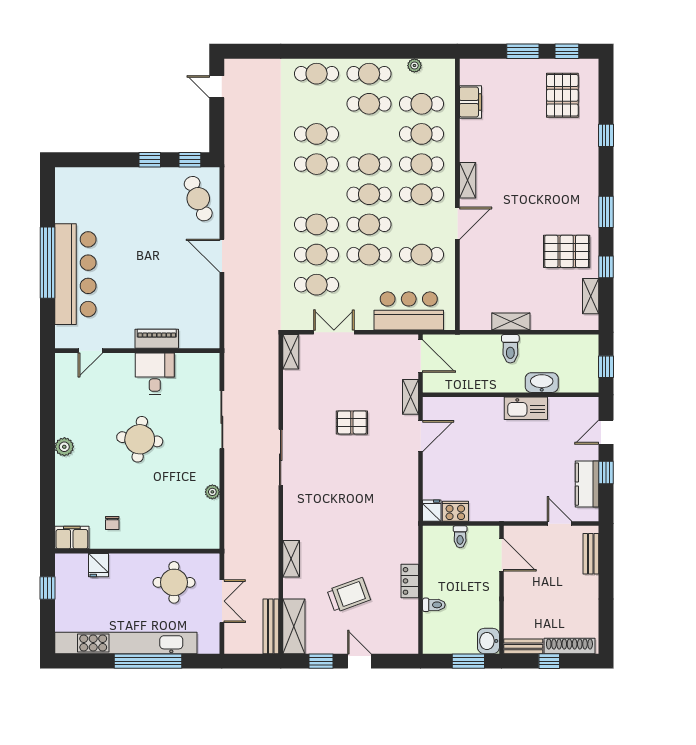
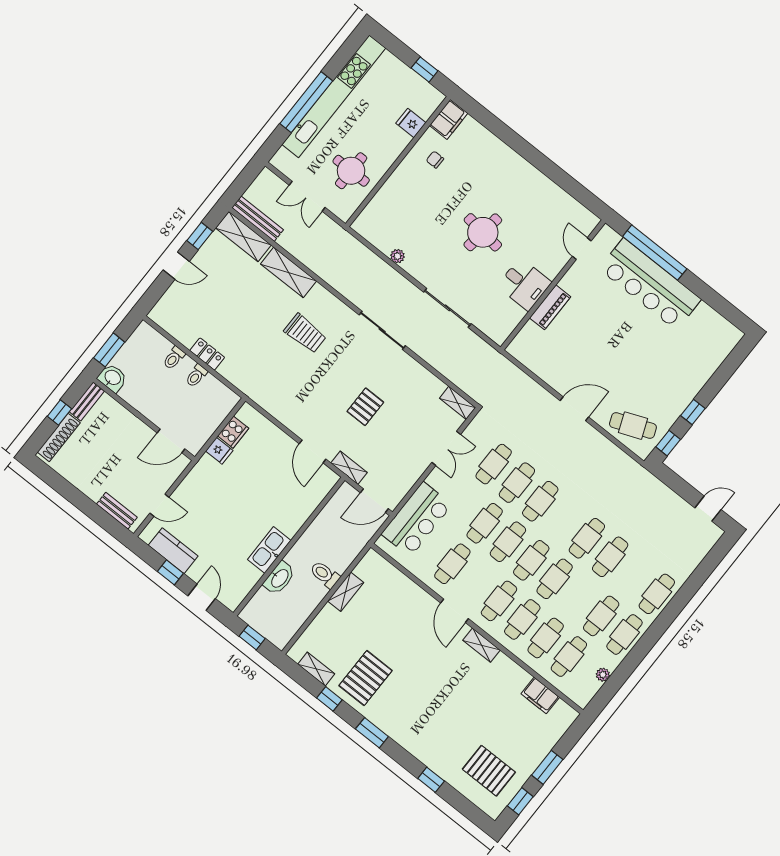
window: (47, 263) -> (655, 253), moved
plant: (64, 447) -> (523, 169), removed
fridge: (432, 511) -> (219, 451), moved
toilet: (460, 537) -> (196, 376), moved, turned -90
shelving: (291, 559) -> (289, 272), width x1.50, depth x1.33
trolley: (349, 595) -> (305, 333), moved, turned -70

